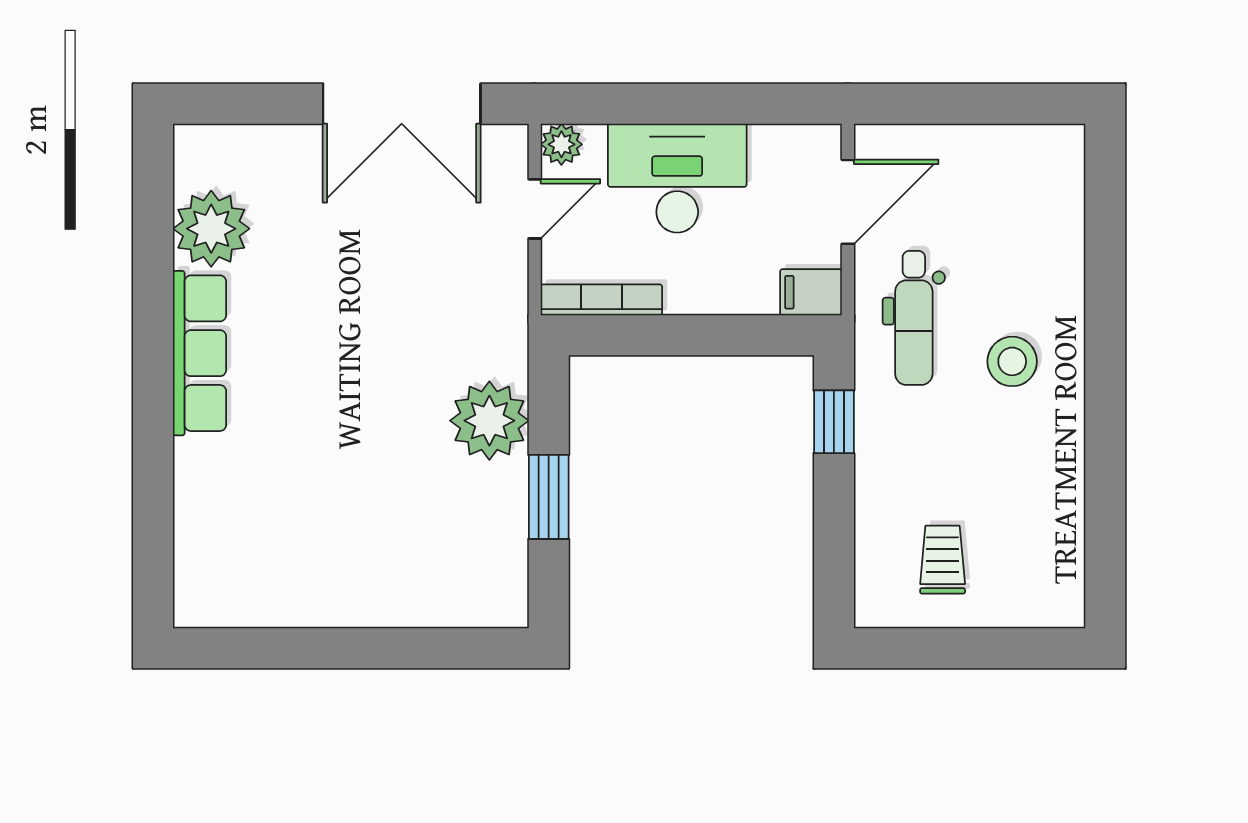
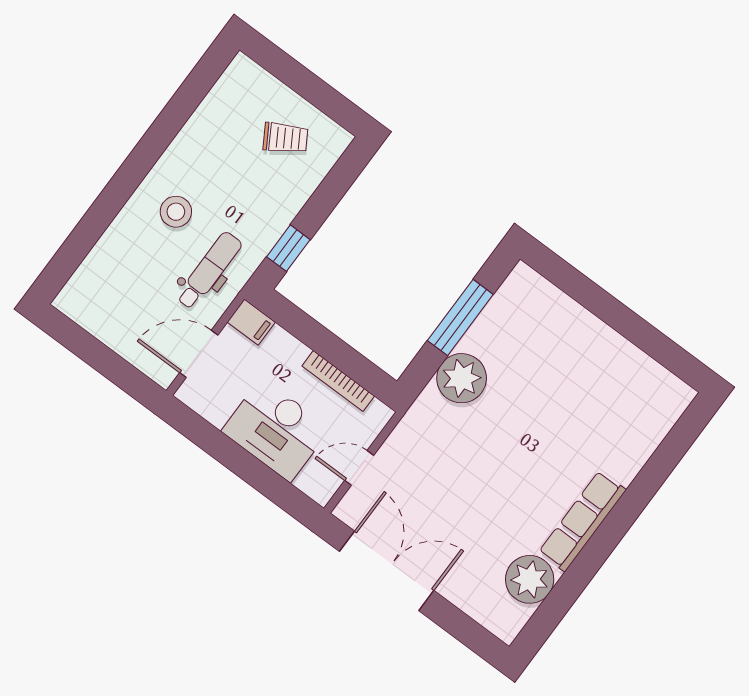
plant: (561, 144) -> (321, 490), removed
bookcase: (601, 300) -> (338, 381), moved
window: (549, 497) -> (460, 318), width x1.44
trolley: (943, 560) -> (285, 138), turned -121

